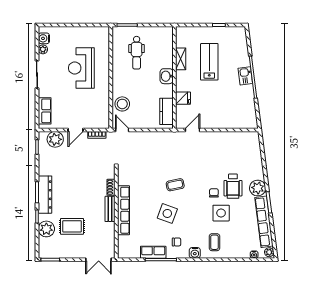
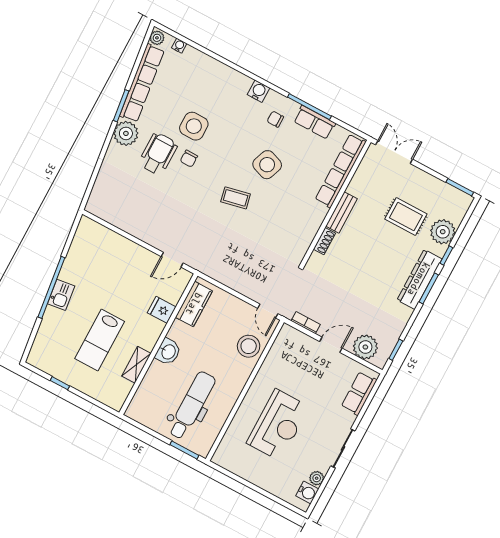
dental chair: (137, 53) -> (192, 405), width x1.36, depth x1.38
row of seats: (123, 210) -> (341, 171), moved
coffee table: (214, 242) -> (224, 91), removed

